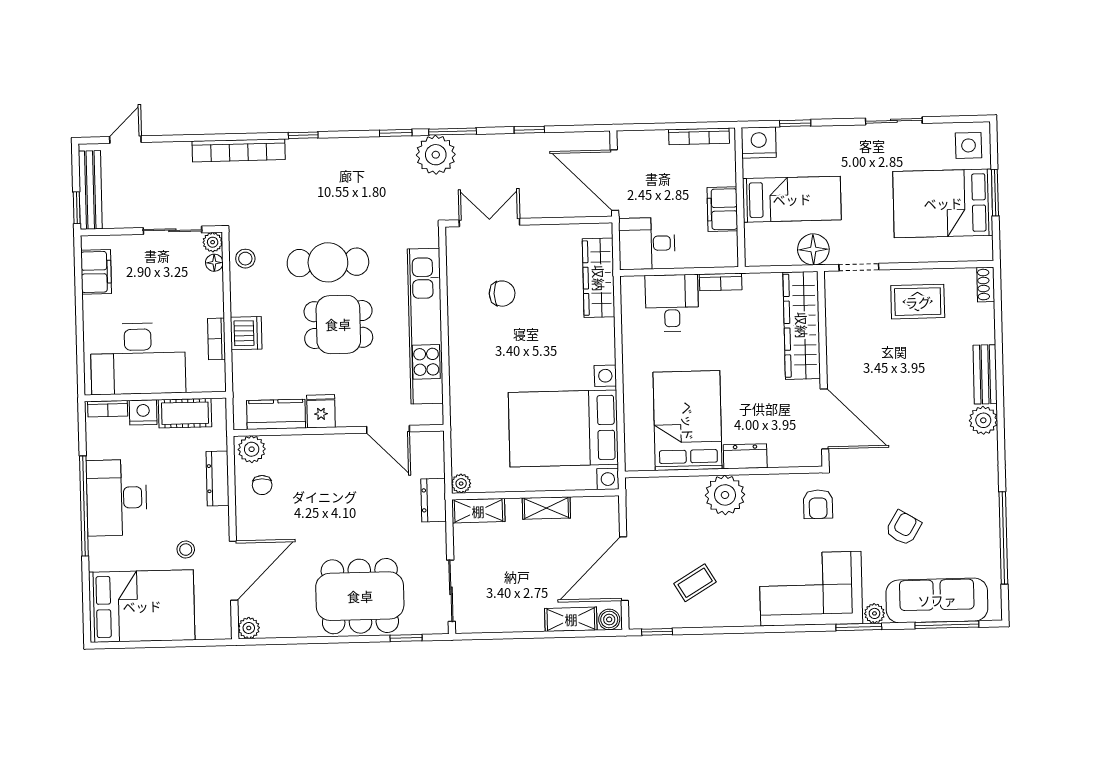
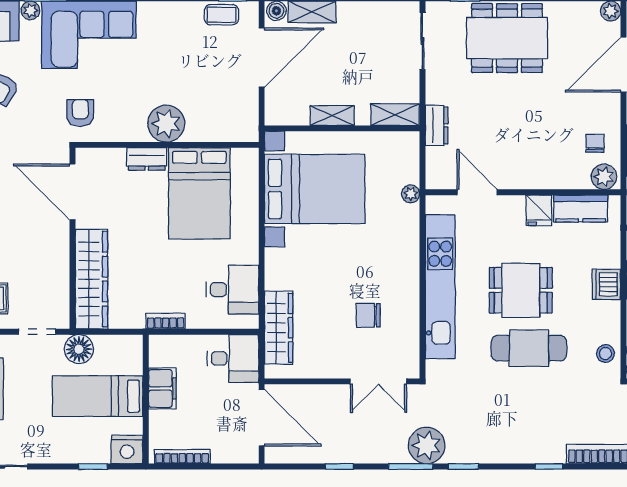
desk: (672, 303) -> (233, 290), moved, turned -90
plant: (461, 484) -> (411, 194), moved
coffee table: (695, 583) -> (221, 15), moved, turned 31

